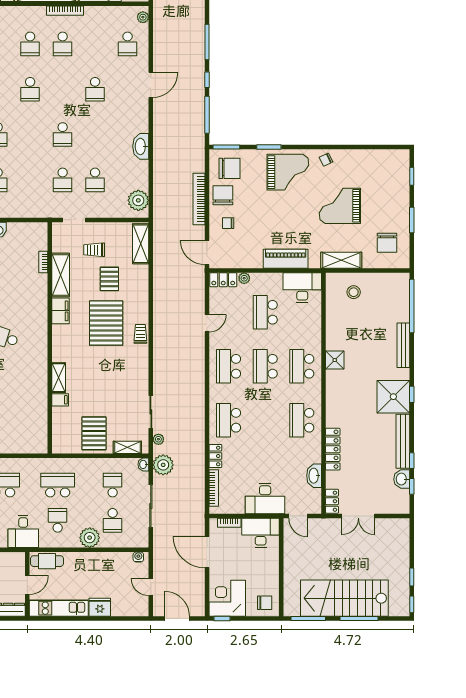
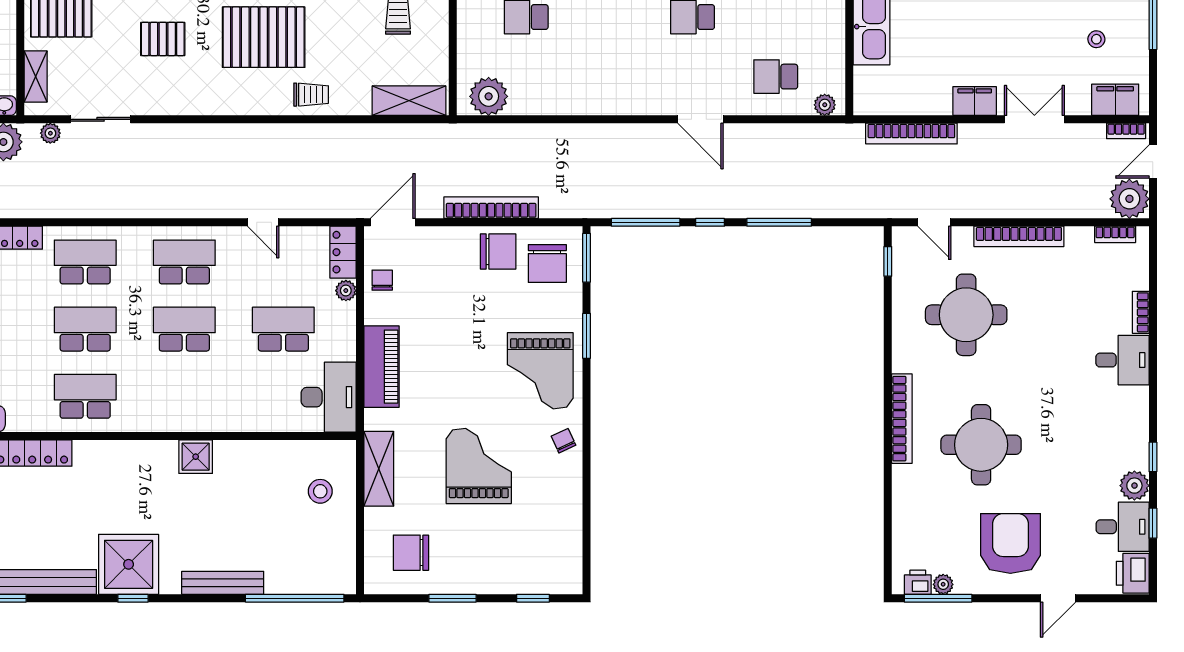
washbasin: (141, 146) -> (588, 101), removed
chair: (228, 223) -> (382, 280), moved
pallet: (109, 279) -> (163, 39), moved
trolley: (140, 334) -> (311, 95), moved
school desk: (302, 366) -> (85, 329), moved

